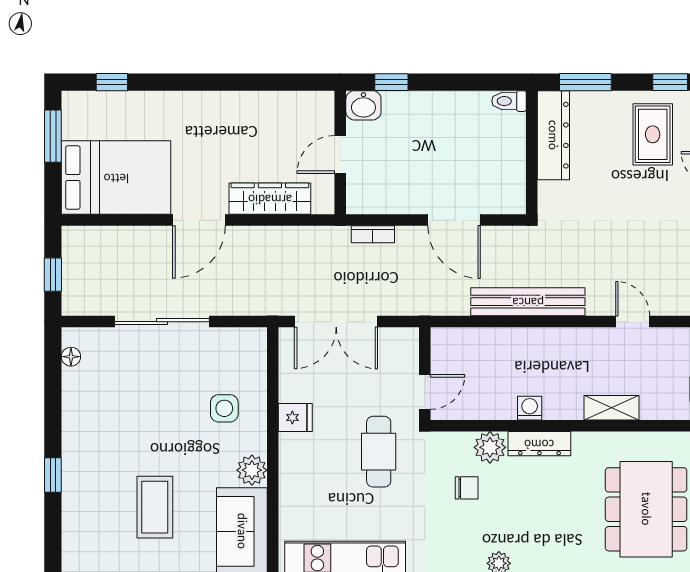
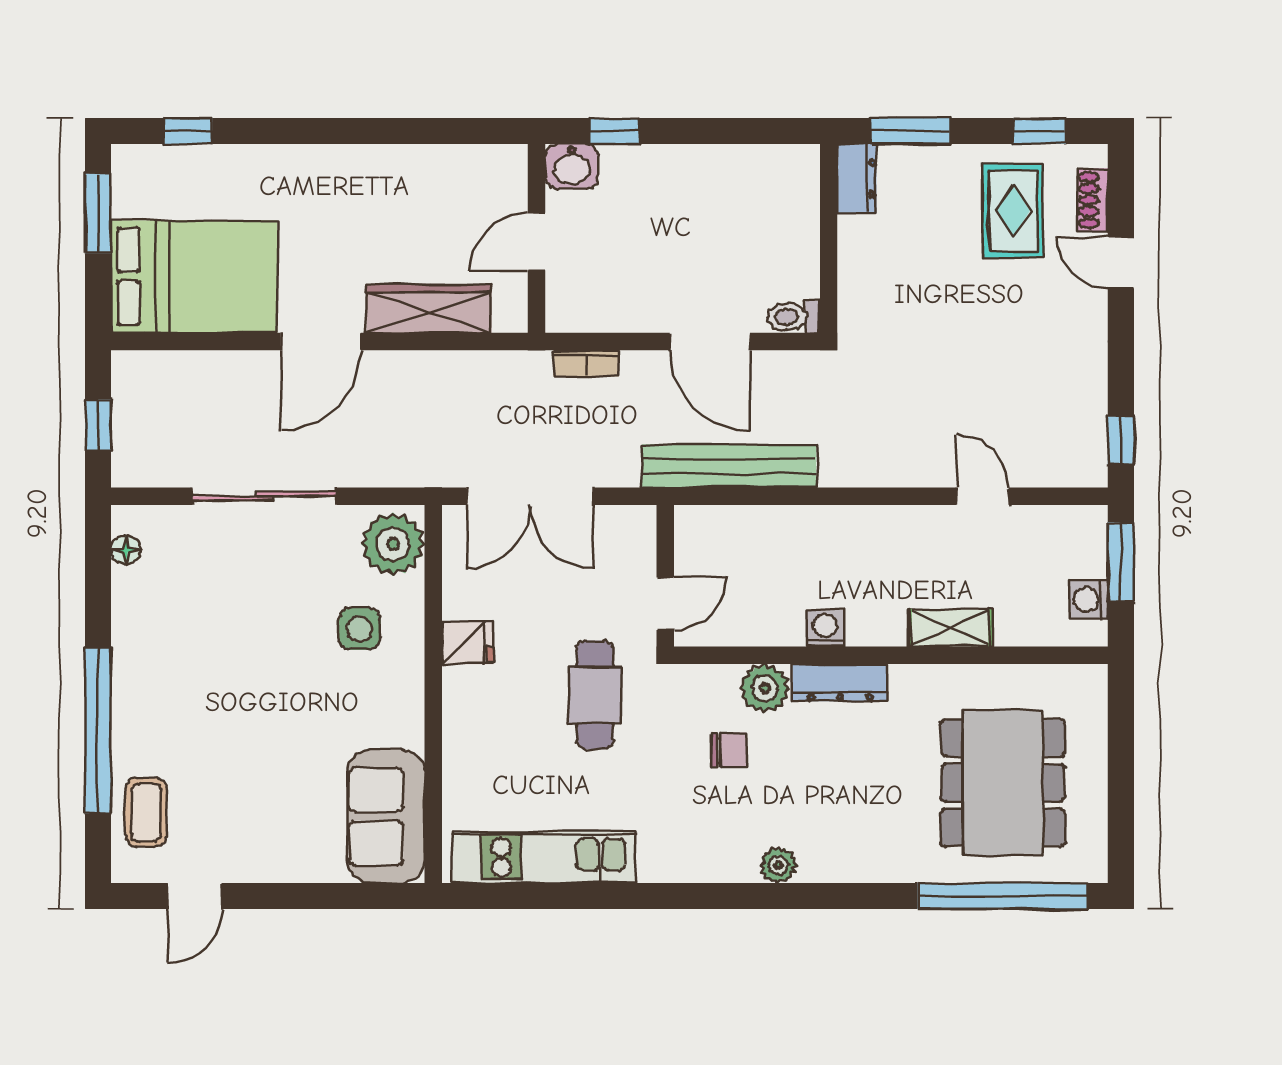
toilet: (509, 101) -> (794, 317), moved
dresser: (553, 135) -> (857, 179), width x0.51, depth x0.80
bench: (528, 302) -> (729, 466), moved
plant: (252, 470) -> (393, 544), moved, width x1.36, depth x1.36
window: (53, 475) -> (98, 731), width x3.17
coffee table: (155, 507) -> (146, 812), moved, width x0.73, depth x0.77

